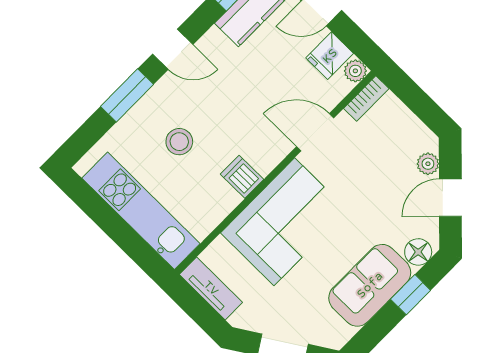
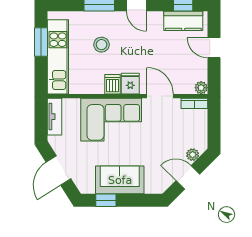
fridge: (330, 56) -> (130, 84), moved, turned 90
window: (102, 214) -> (41, 42), added
floor lamp: (418, 252) -> (153, 186), removed
window: (411, 295) -> (106, 200), moved

